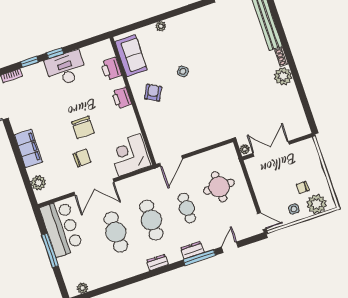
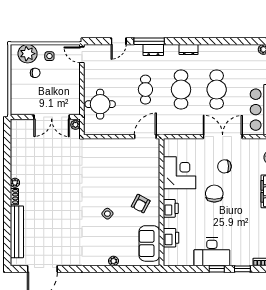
plant: (283, 76) -> (15, 183), width x0.53, depth x0.53
corner desk: (130, 155) -> (179, 173), moved, turned -90
round table: (219, 187) -> (100, 104), moved

